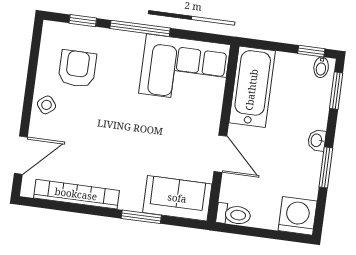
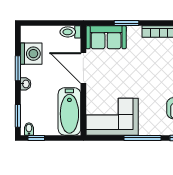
door: (220, 154) -> (83, 68), width x1.36
washing machine: (298, 216) -> (31, 54), moved, turned -90

